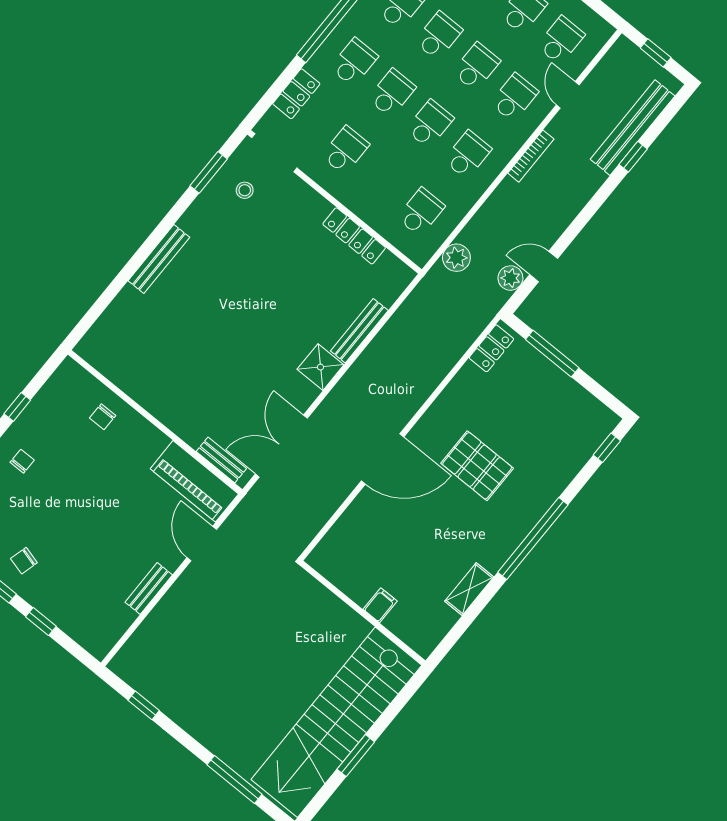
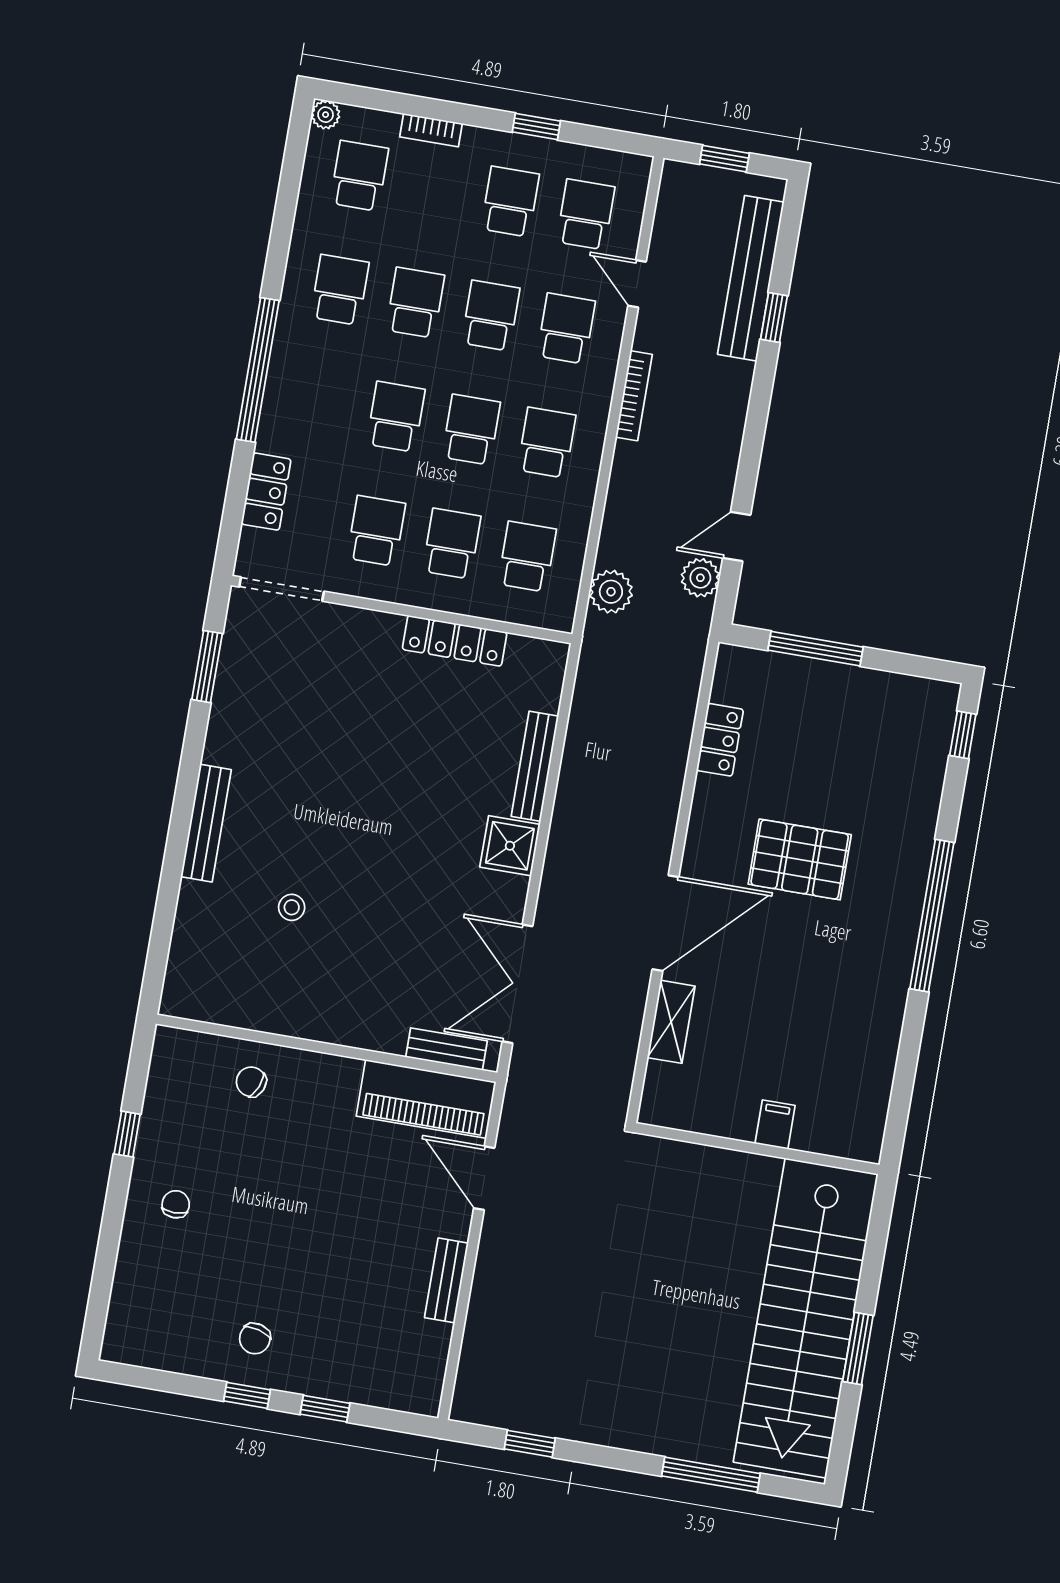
school desk: (354, 62) -> (452, 544), moved
stool: (245, 190) -> (292, 907), moved
locker: (491, 348) -> (720, 740), moved
chair: (103, 417) -> (251, 1082), turned 113
shelving: (469, 589) -> (671, 1022), moved

